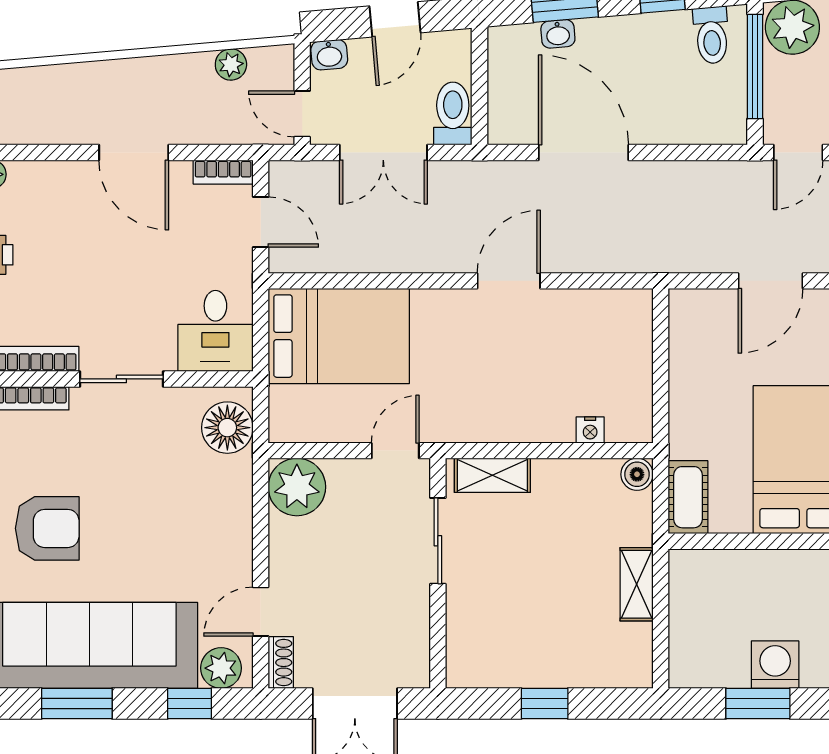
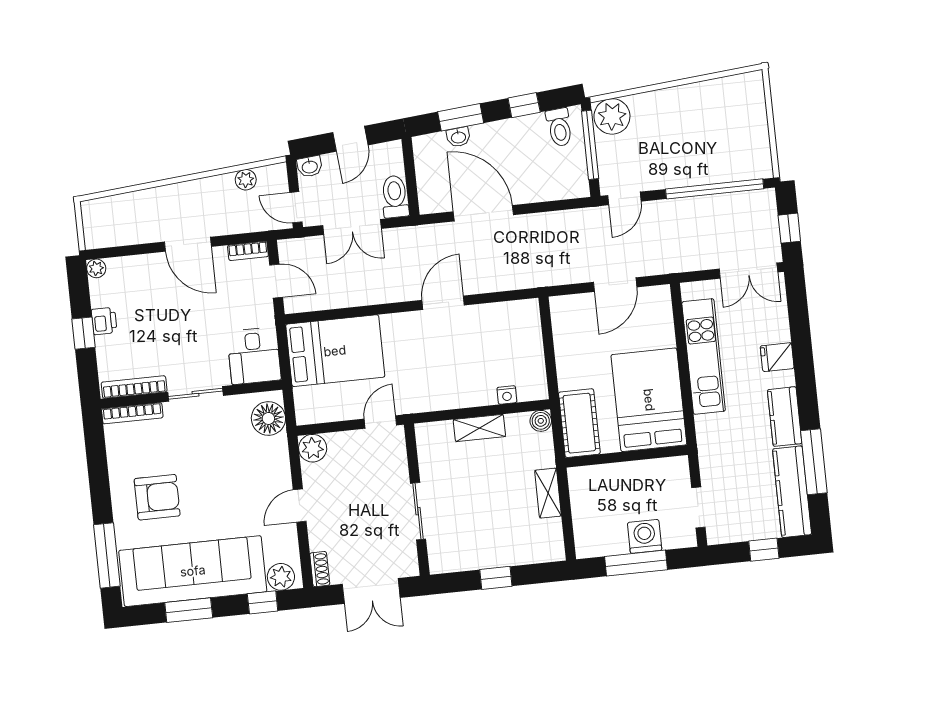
shelving: (492, 475) -> (479, 428), moved
plant: (297, 487) -> (313, 448), width x0.73, depth x0.73
cot: (688, 497) -> (579, 423), width x1.37, depth x1.34
sliding door: (438, 541) -> (418, 511), moved
door: (261, 612) -> (300, 506), moved
window: (758, 704) -> (636, 563), width x1.44

